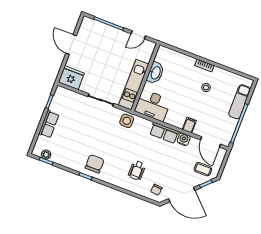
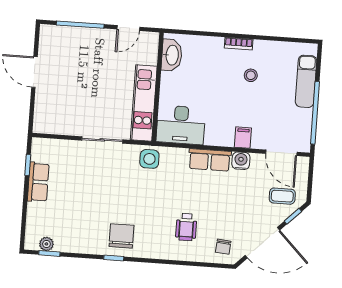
washbasin: (155, 73) -> (172, 55), moved
fridge: (71, 78) -> (49, 120), removed
row of seats: (49, 124) -> (38, 182), moved

